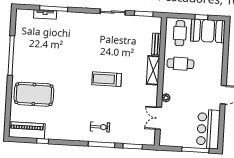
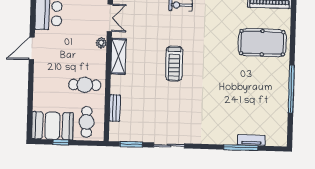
shelving: (153, 70) -> (118, 56), moved
treadmill: (107, 79) -> (174, 64), turned 90

